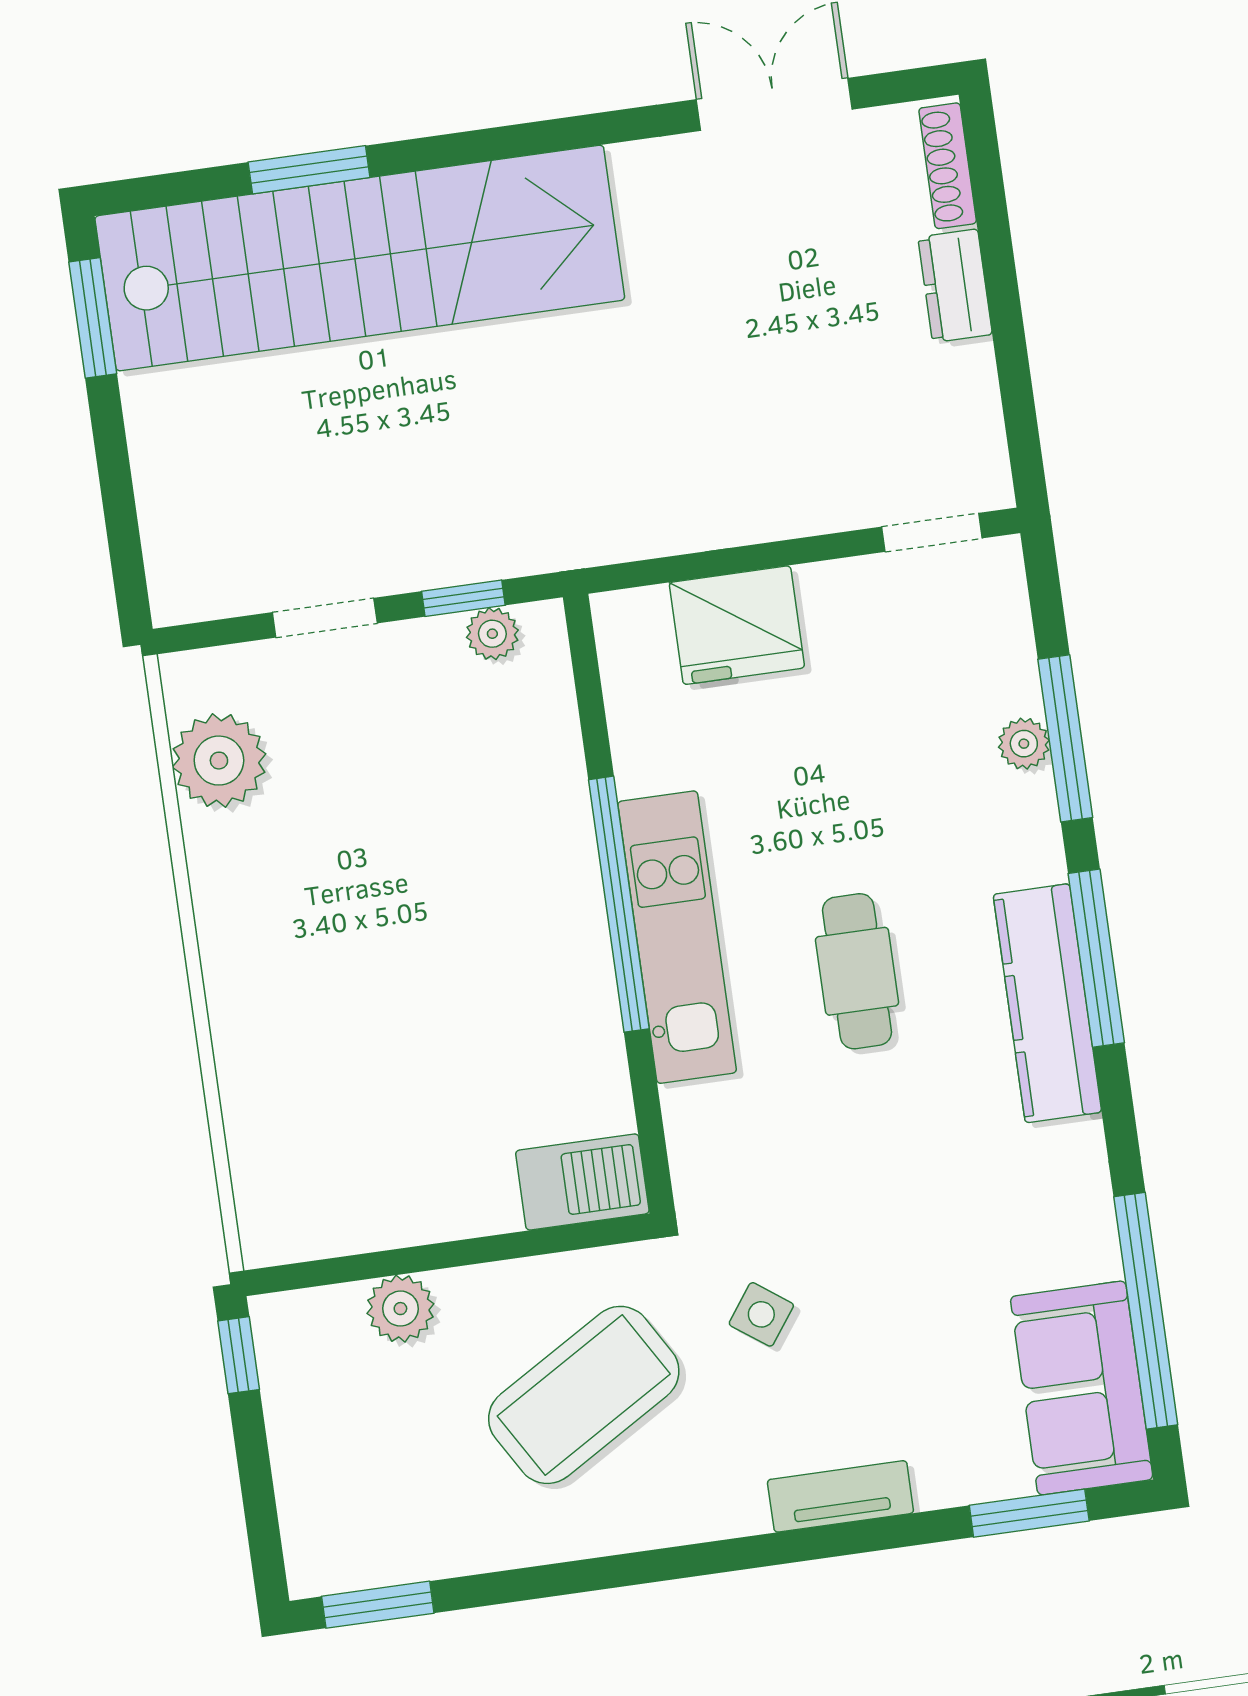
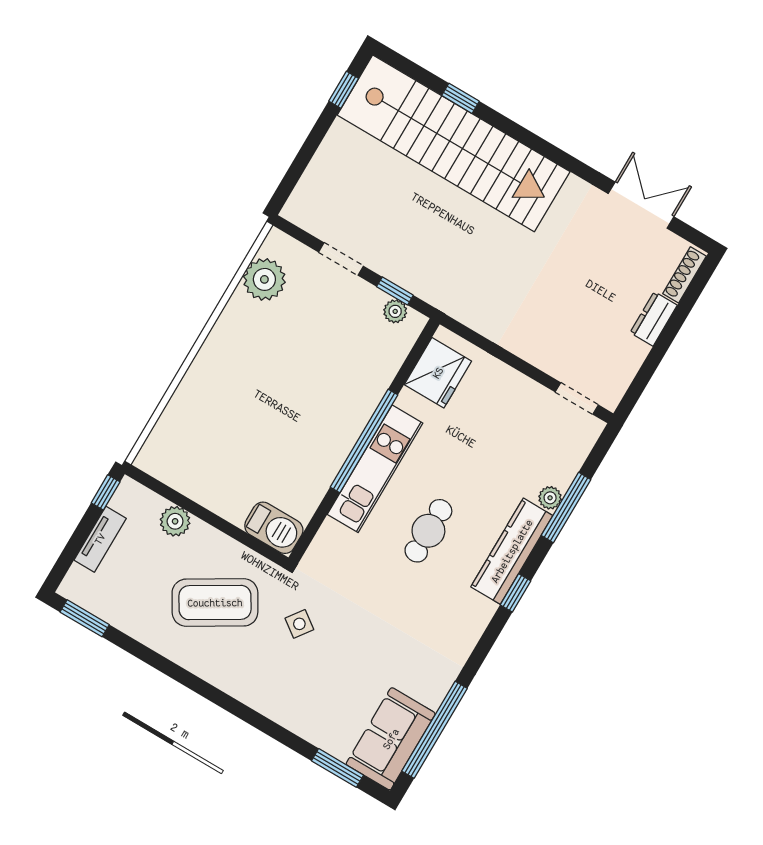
window: (309, 170) -> (460, 98), width x0.67
window: (93, 318) -> (344, 90), width x0.67
fridge: (737, 625) -> (438, 373), moved, turned -90
window: (1096, 958) -> (515, 593), width x0.46
kitchen counter: (1047, 1003) -> (512, 551), moved
tv unit: (840, 1496) -> (100, 539), moved, turned 90

